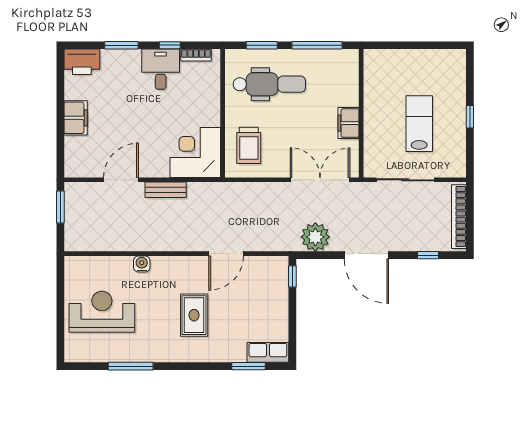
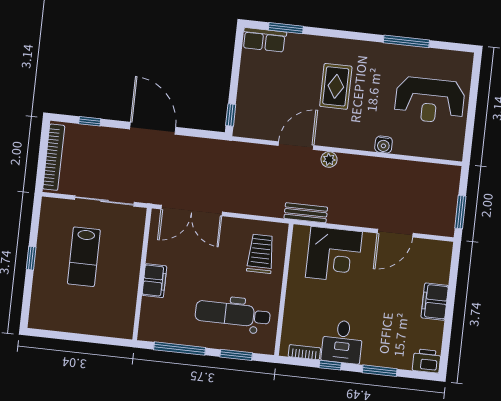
printer: (82, 62) -> (427, 361), width x0.73, depth x0.84
filing cabinet: (349, 123) -> (154, 281), moved
corner desk: (195, 152) -> (334, 255), moved
bench: (166, 190) -> (306, 213), moved
plant: (315, 237) -> (329, 160), moved, width x0.53, depth x0.53

